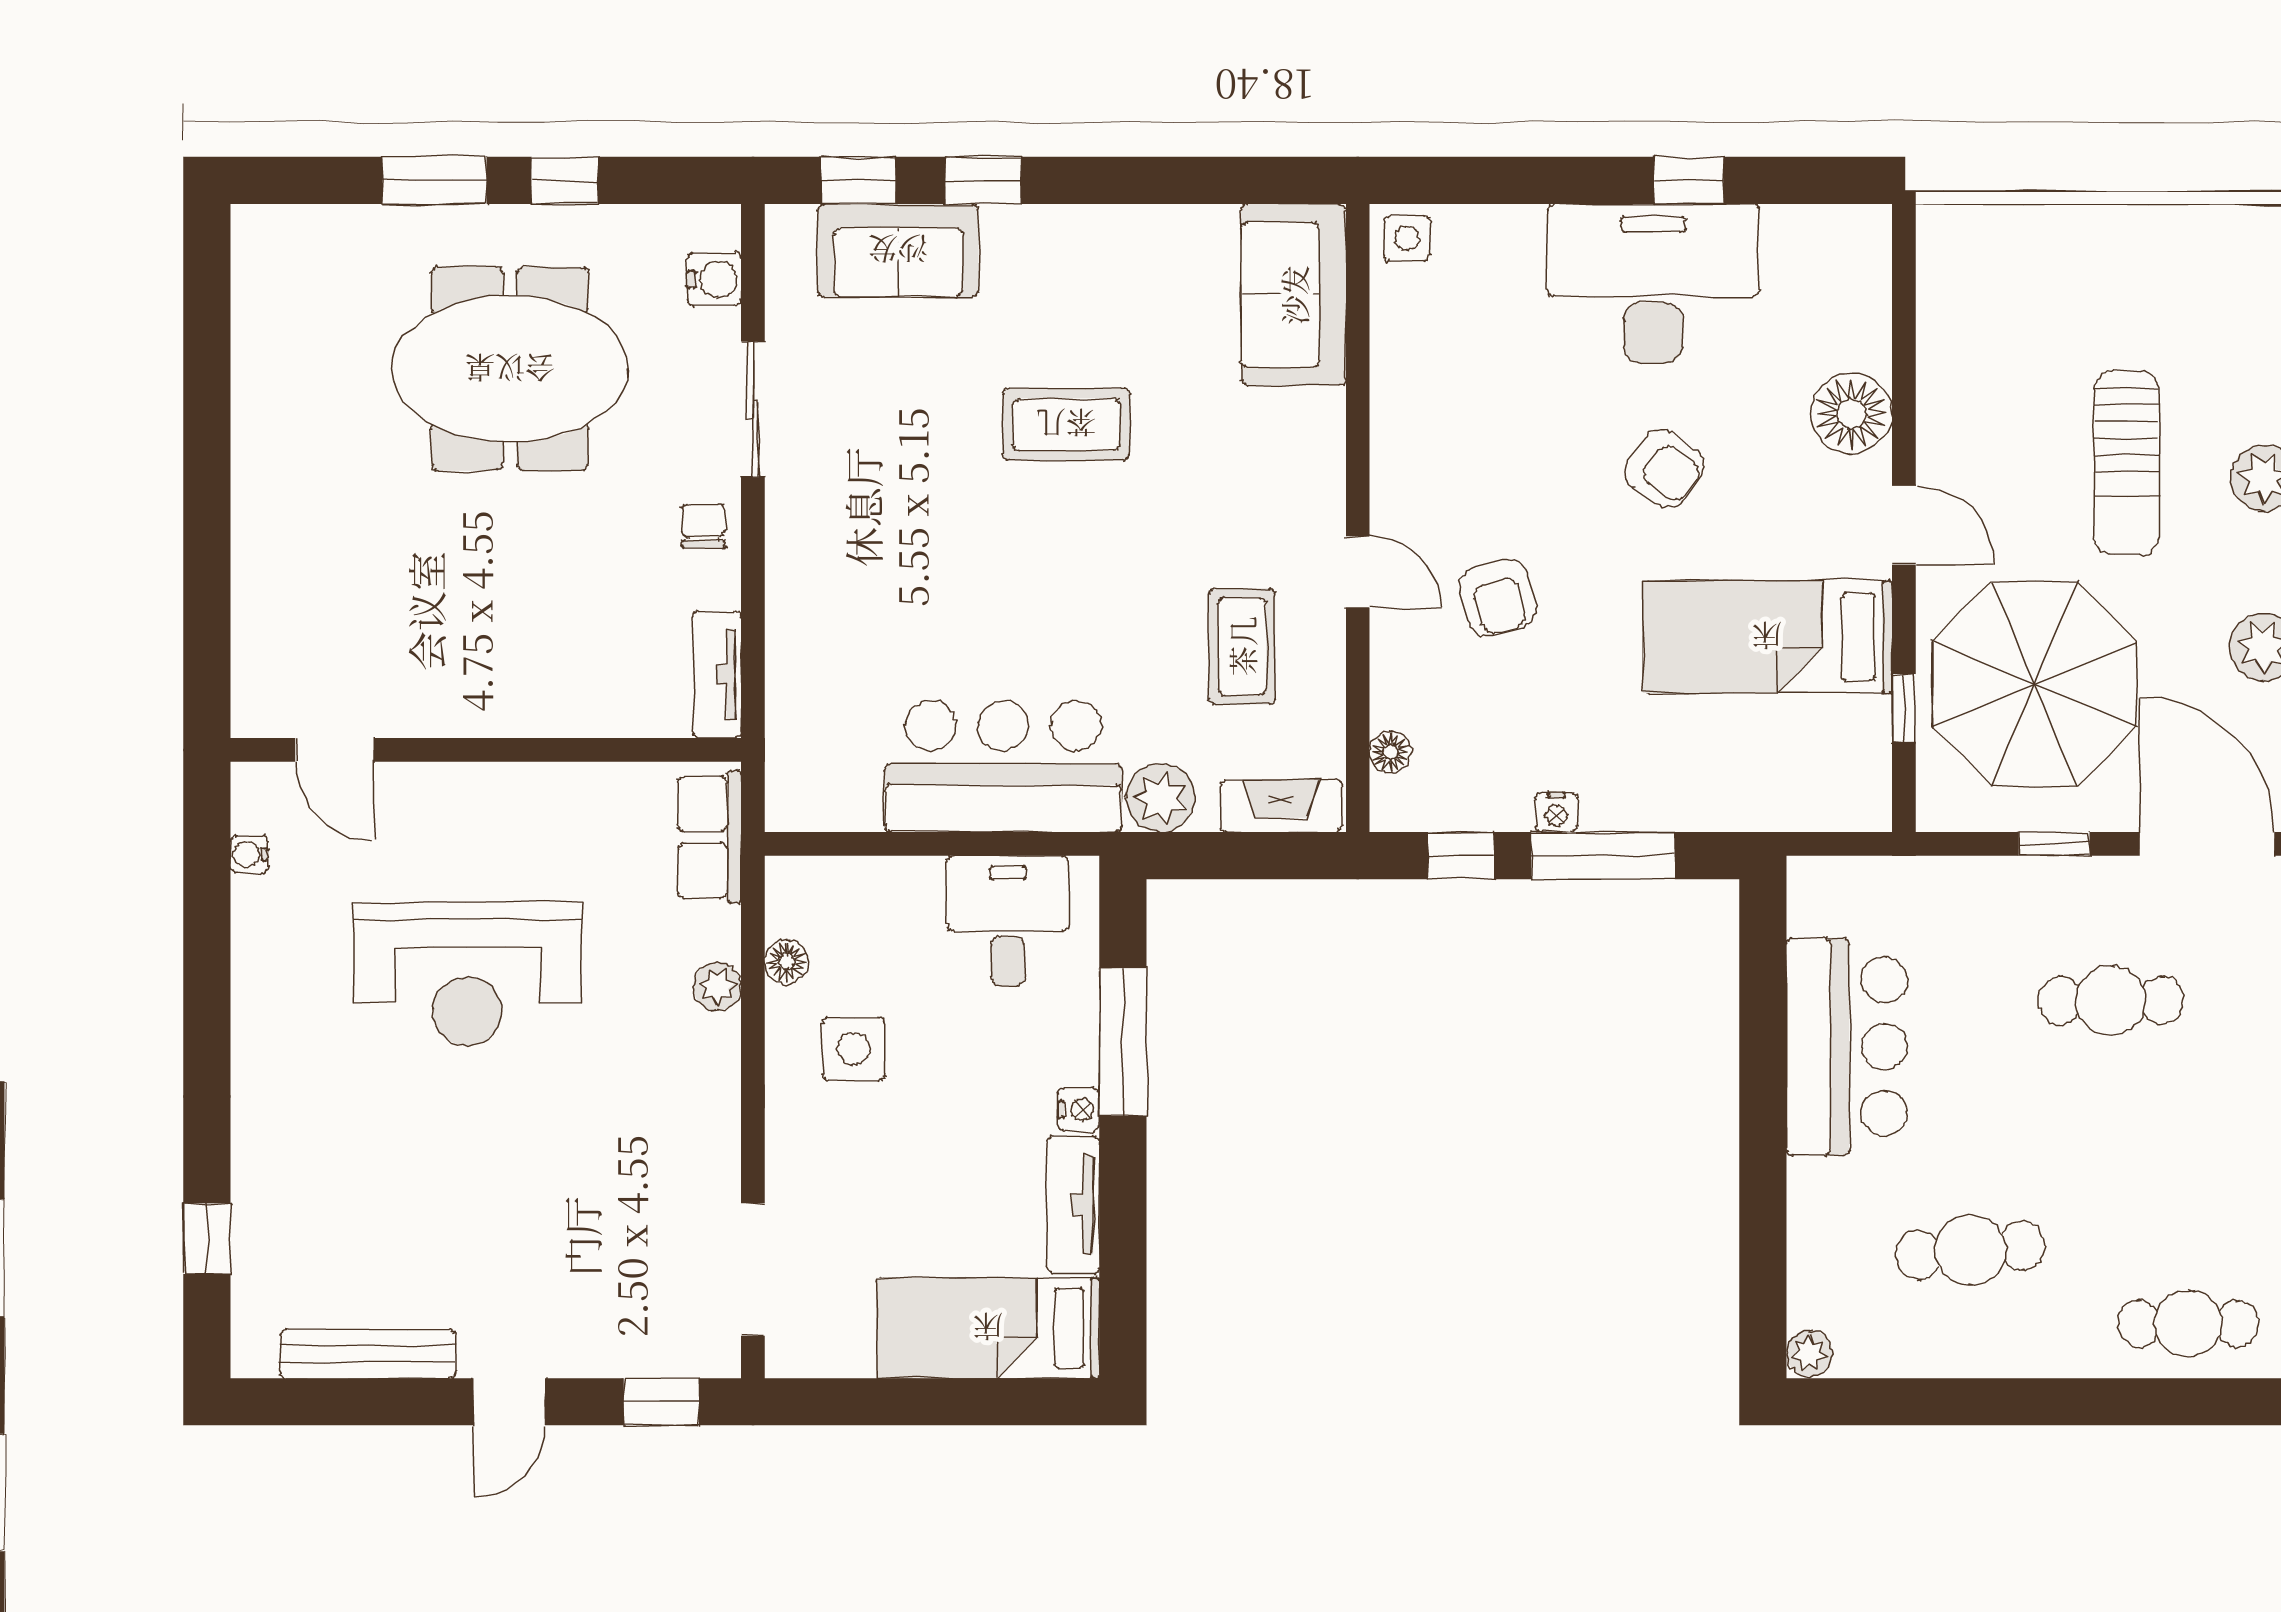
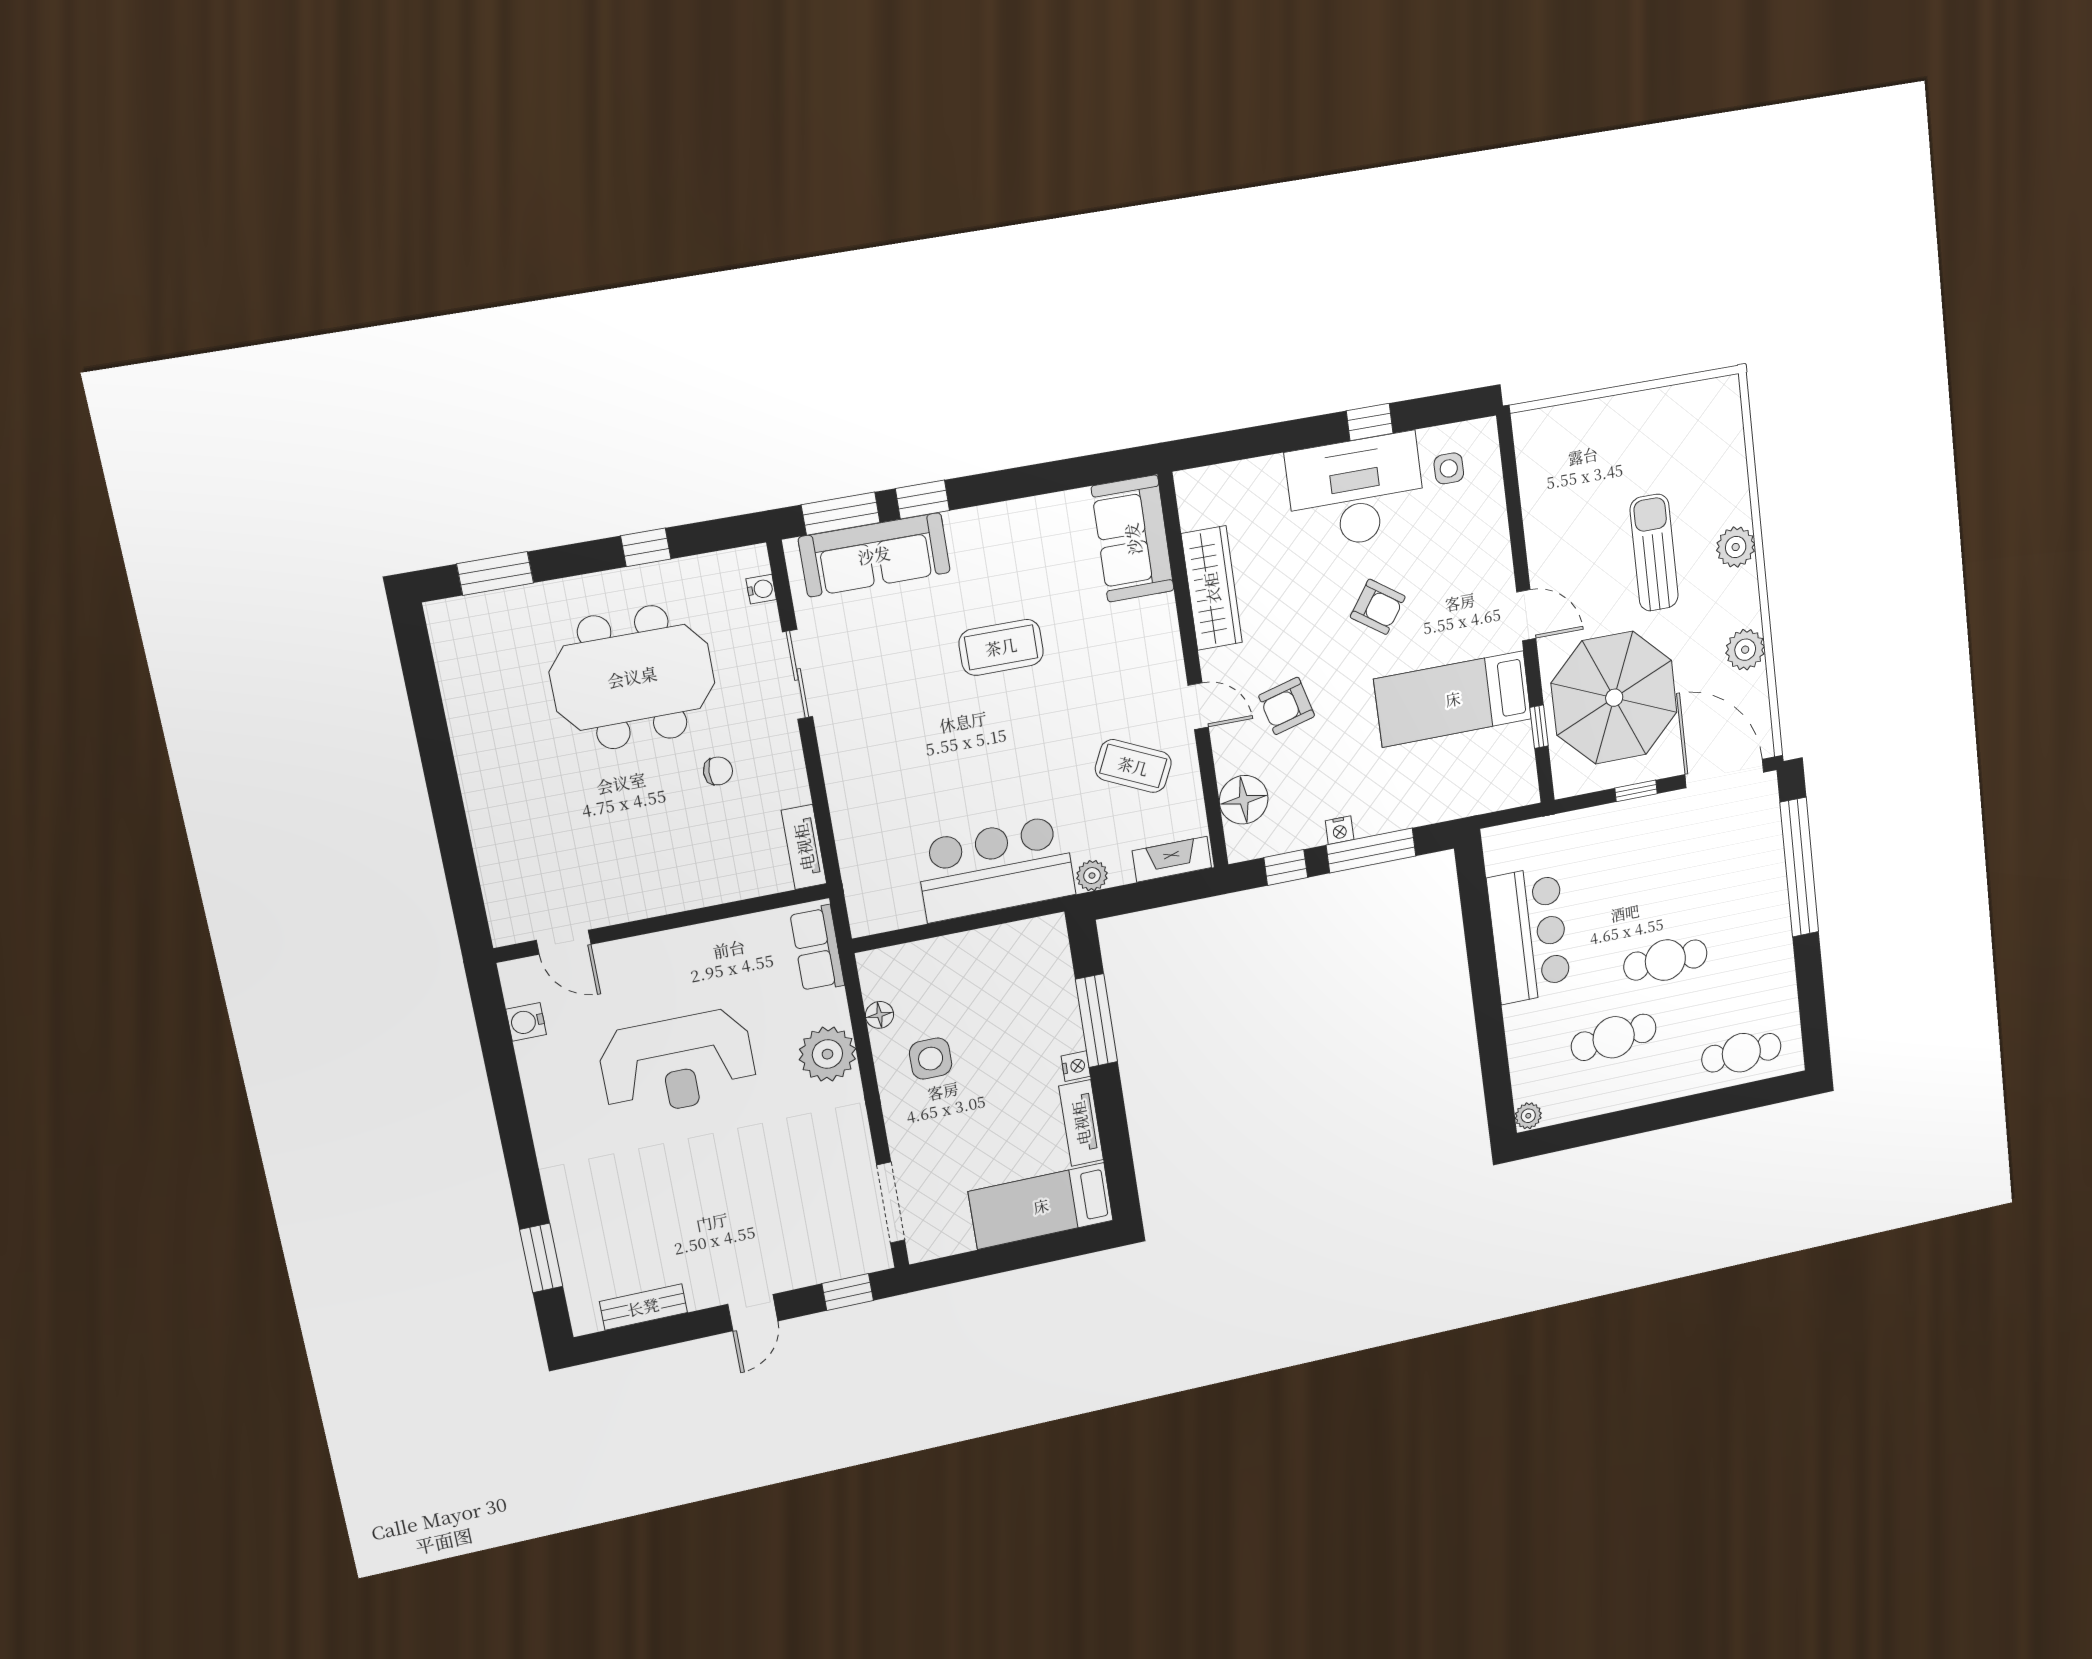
window: (434, 180) -> (495, 573), moved
window: (858, 180) -> (841, 514), width x1.50
side table: (1407, 239) -> (1449, 468), moved
sofa: (898, 250) -> (874, 555), width x1.36
water cooler: (714, 279) -> (761, 589), width x0.72, depth x0.72
wardrobe: (1405, 392) -> (1212, 588), added
floor lamp: (1852, 414) -> (1487, 552), removed
sun lounger: (2126, 463) -> (1654, 553), turned 180
chair: (703, 526) -> (718, 771), moved, turned 92
armchair: (1498, 598) -> (1287, 706), turned 90
coffee table: (1242, 646) -> (1133, 766), turned -65
floor lamp: (1390, 752) -> (1244, 800), width x1.89, depth x1.89
plant: (1161, 798) -> (1092, 876), width x0.73, depth x0.73
water cooler: (249, 854) -> (526, 1022), width x1.38, depth x1.38
desk: (1008, 921) -> (1014, 962), removed
plant: (717, 987) -> (827, 1054), width x1.88, depth x1.88
cafe table: (2111, 1000) -> (1665, 960), moved
window: (207, 1239) -> (541, 1258), width x1.50
bench: (368, 1354) -> (643, 1307), width x0.73

